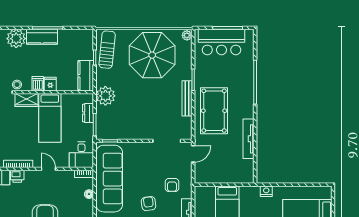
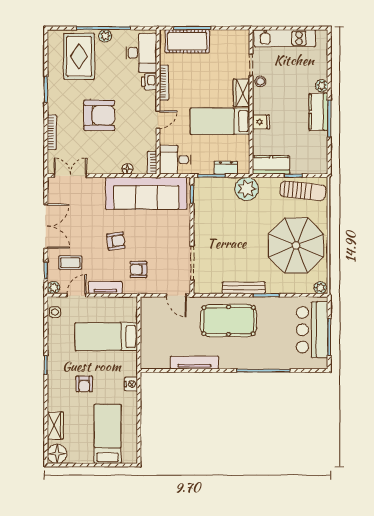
plant: (16, 39) -> (322, 86), width x0.53, depth x0.53
dishwasher: (38, 84) -> (261, 107), removed

